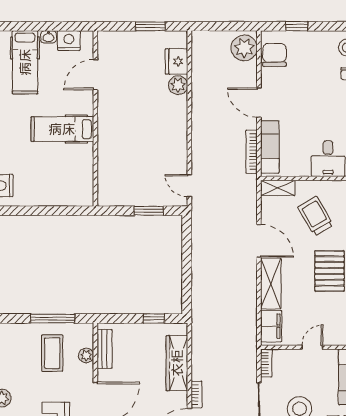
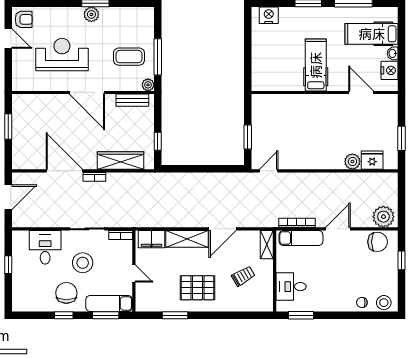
trolley: (315, 216) -> (243, 276), width x0.73, depth x0.72
plant: (86, 355) -> (148, 85), moved

